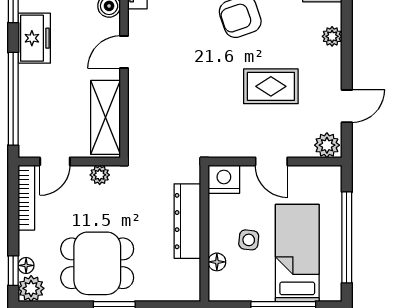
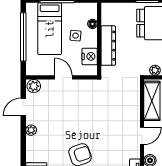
plant: (332, 36) -> (31, 130), moved
rug: (271, 86) -> (64, 117), removed
nightstand: (224, 179) -> (90, 56), moved, turned -90

